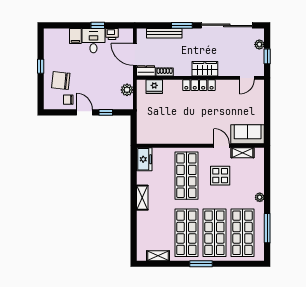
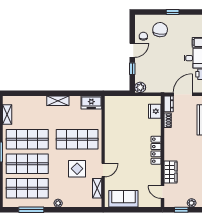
wardrobe: (205, 69) -> (170, 172), moved
plant: (127, 90) -> (140, 87), moved
sofa: (248, 134) -> (123, 199), moved, turned -90

